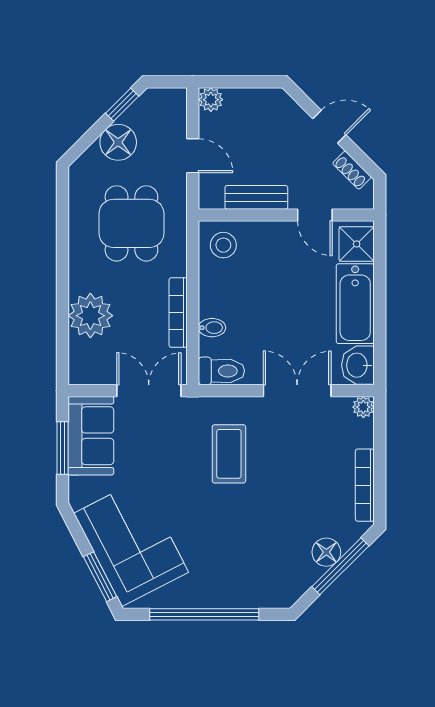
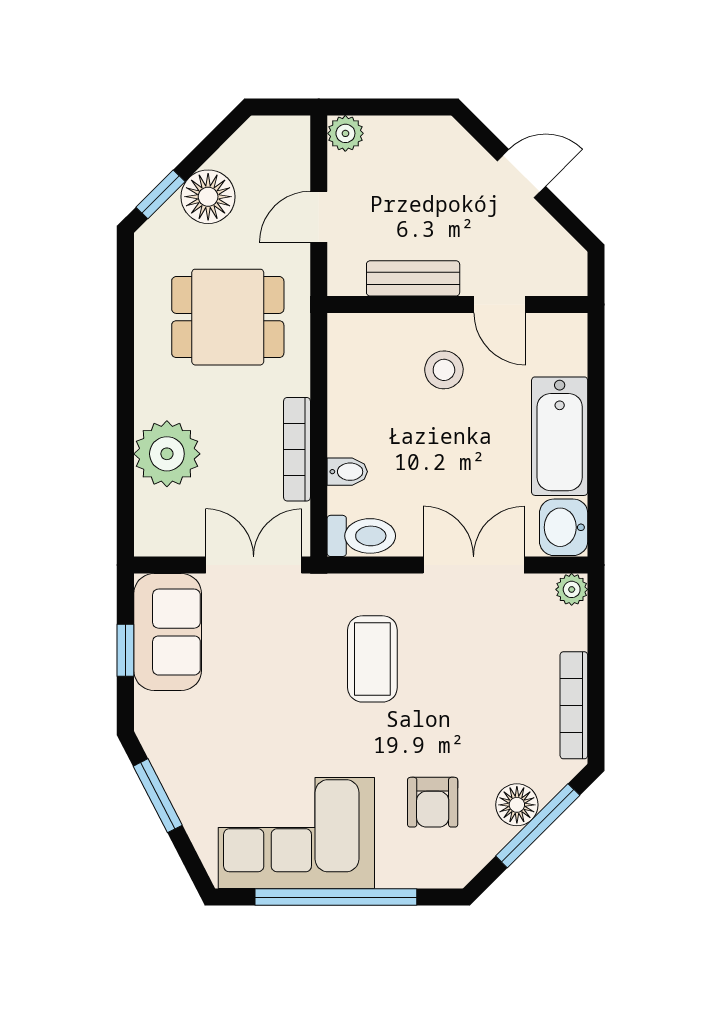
window: (122, 105) -> (160, 194), moved
door: (193, 156) -> (319, 217), swing flipped
shoe rack: (352, 170) -> (555, 238), removed
dining table: (131, 223) -> (228, 317), turned 90
shower: (357, 244) -> (562, 348), removed
stool: (223, 245) -> (444, 370), moved
window: (62, 448) -> (125, 650), width x0.67
corner sofa: (131, 543) -> (296, 833), moved, turned -63
armchair: (270, 550) -> (433, 802), added
window: (100, 577) -> (158, 796), moved

